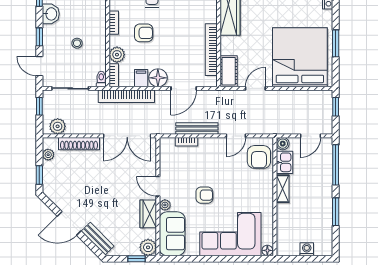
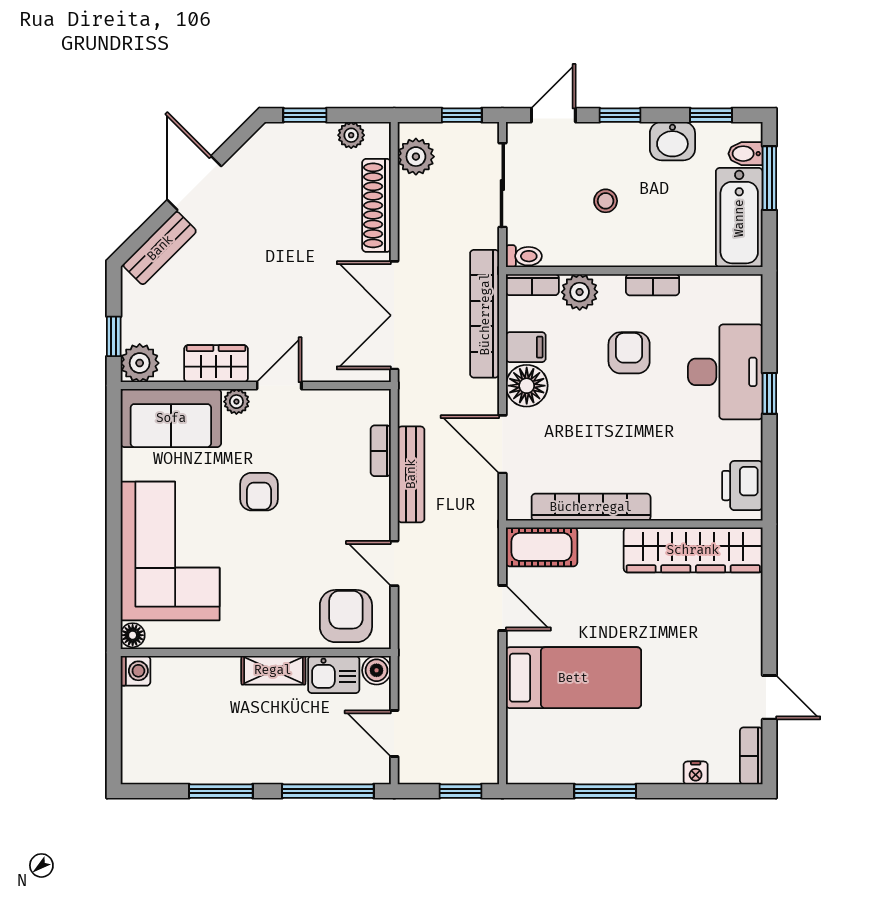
armchair: (144, 33) -> (629, 353), turned 180
bed: (300, 57) -> (573, 678), width x0.49
armchair: (259, 157) -> (346, 616), turned 90
washing machine: (307, 249) -> (135, 671), moved

